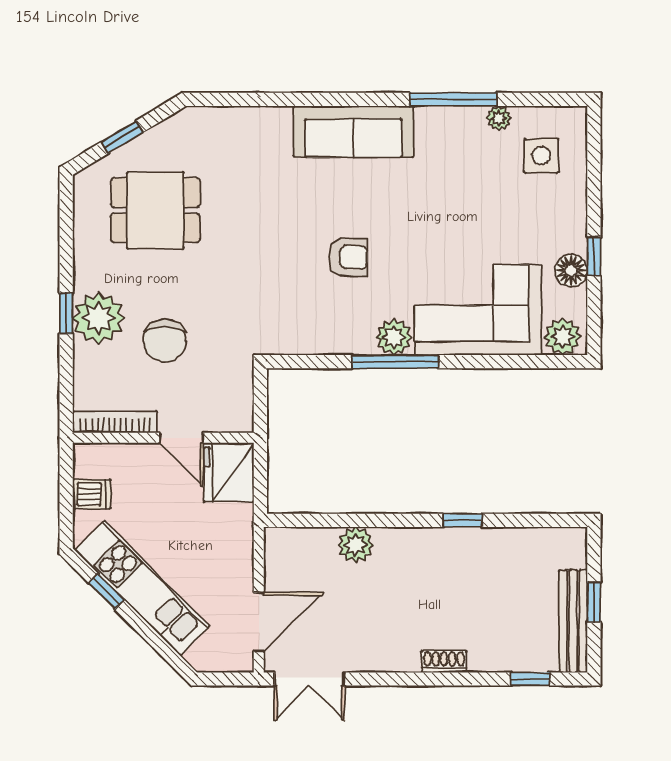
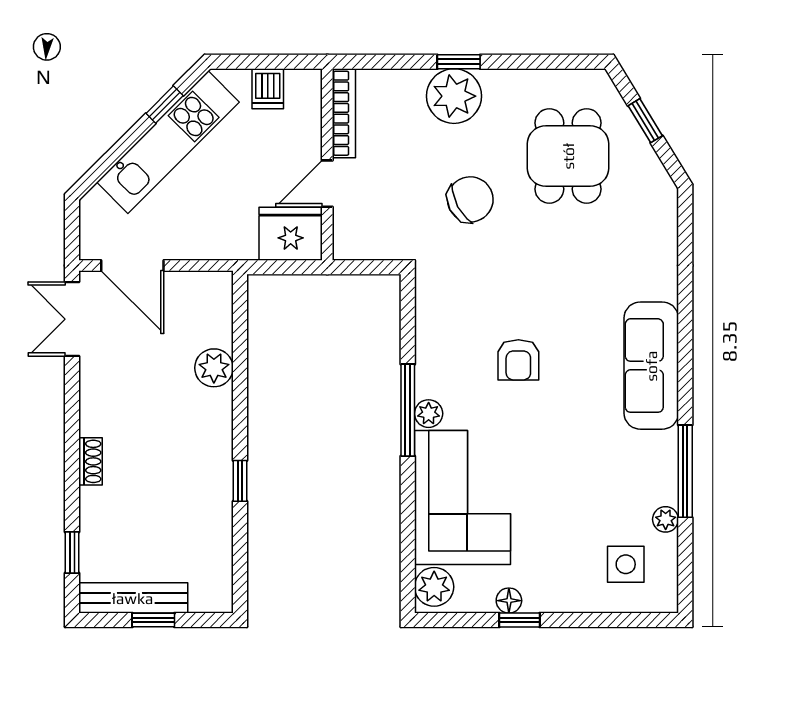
floor lamp: (571, 271) -> (509, 601), width x0.73, depth x0.73
plant: (394, 337) -> (429, 414), width x0.73, depth x0.73
chair: (165, 341) -> (470, 199), moved, turned 152

